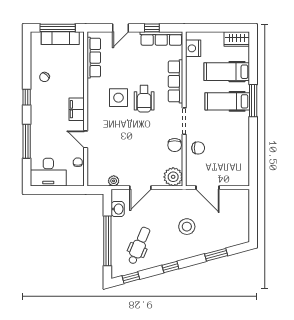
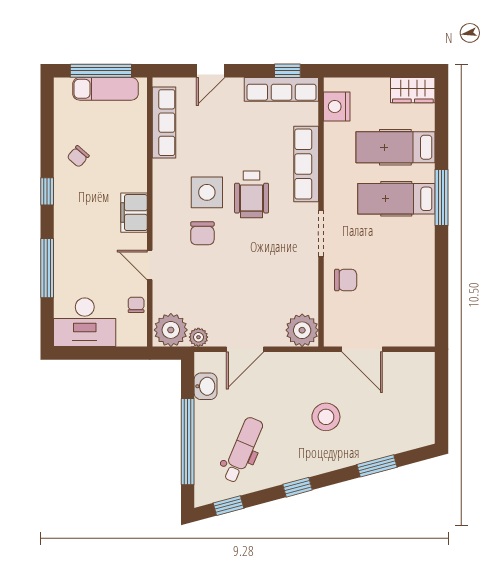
window: (152, 28) -> (287, 71), moved
chair: (175, 145) -> (202, 233), moved
plant: (98, 177) -> (171, 330), added

